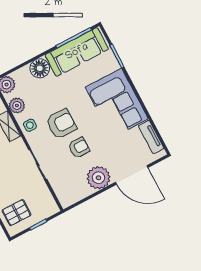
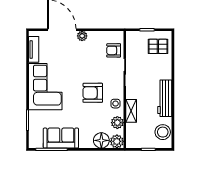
sofa: (77, 52) -> (61, 138), width x0.73
floor lamp: (40, 68) -> (101, 140), moved
armchair: (79, 148) -> (114, 50), moved
plant: (98, 178) -> (82, 36), width x0.53, depth x0.53

